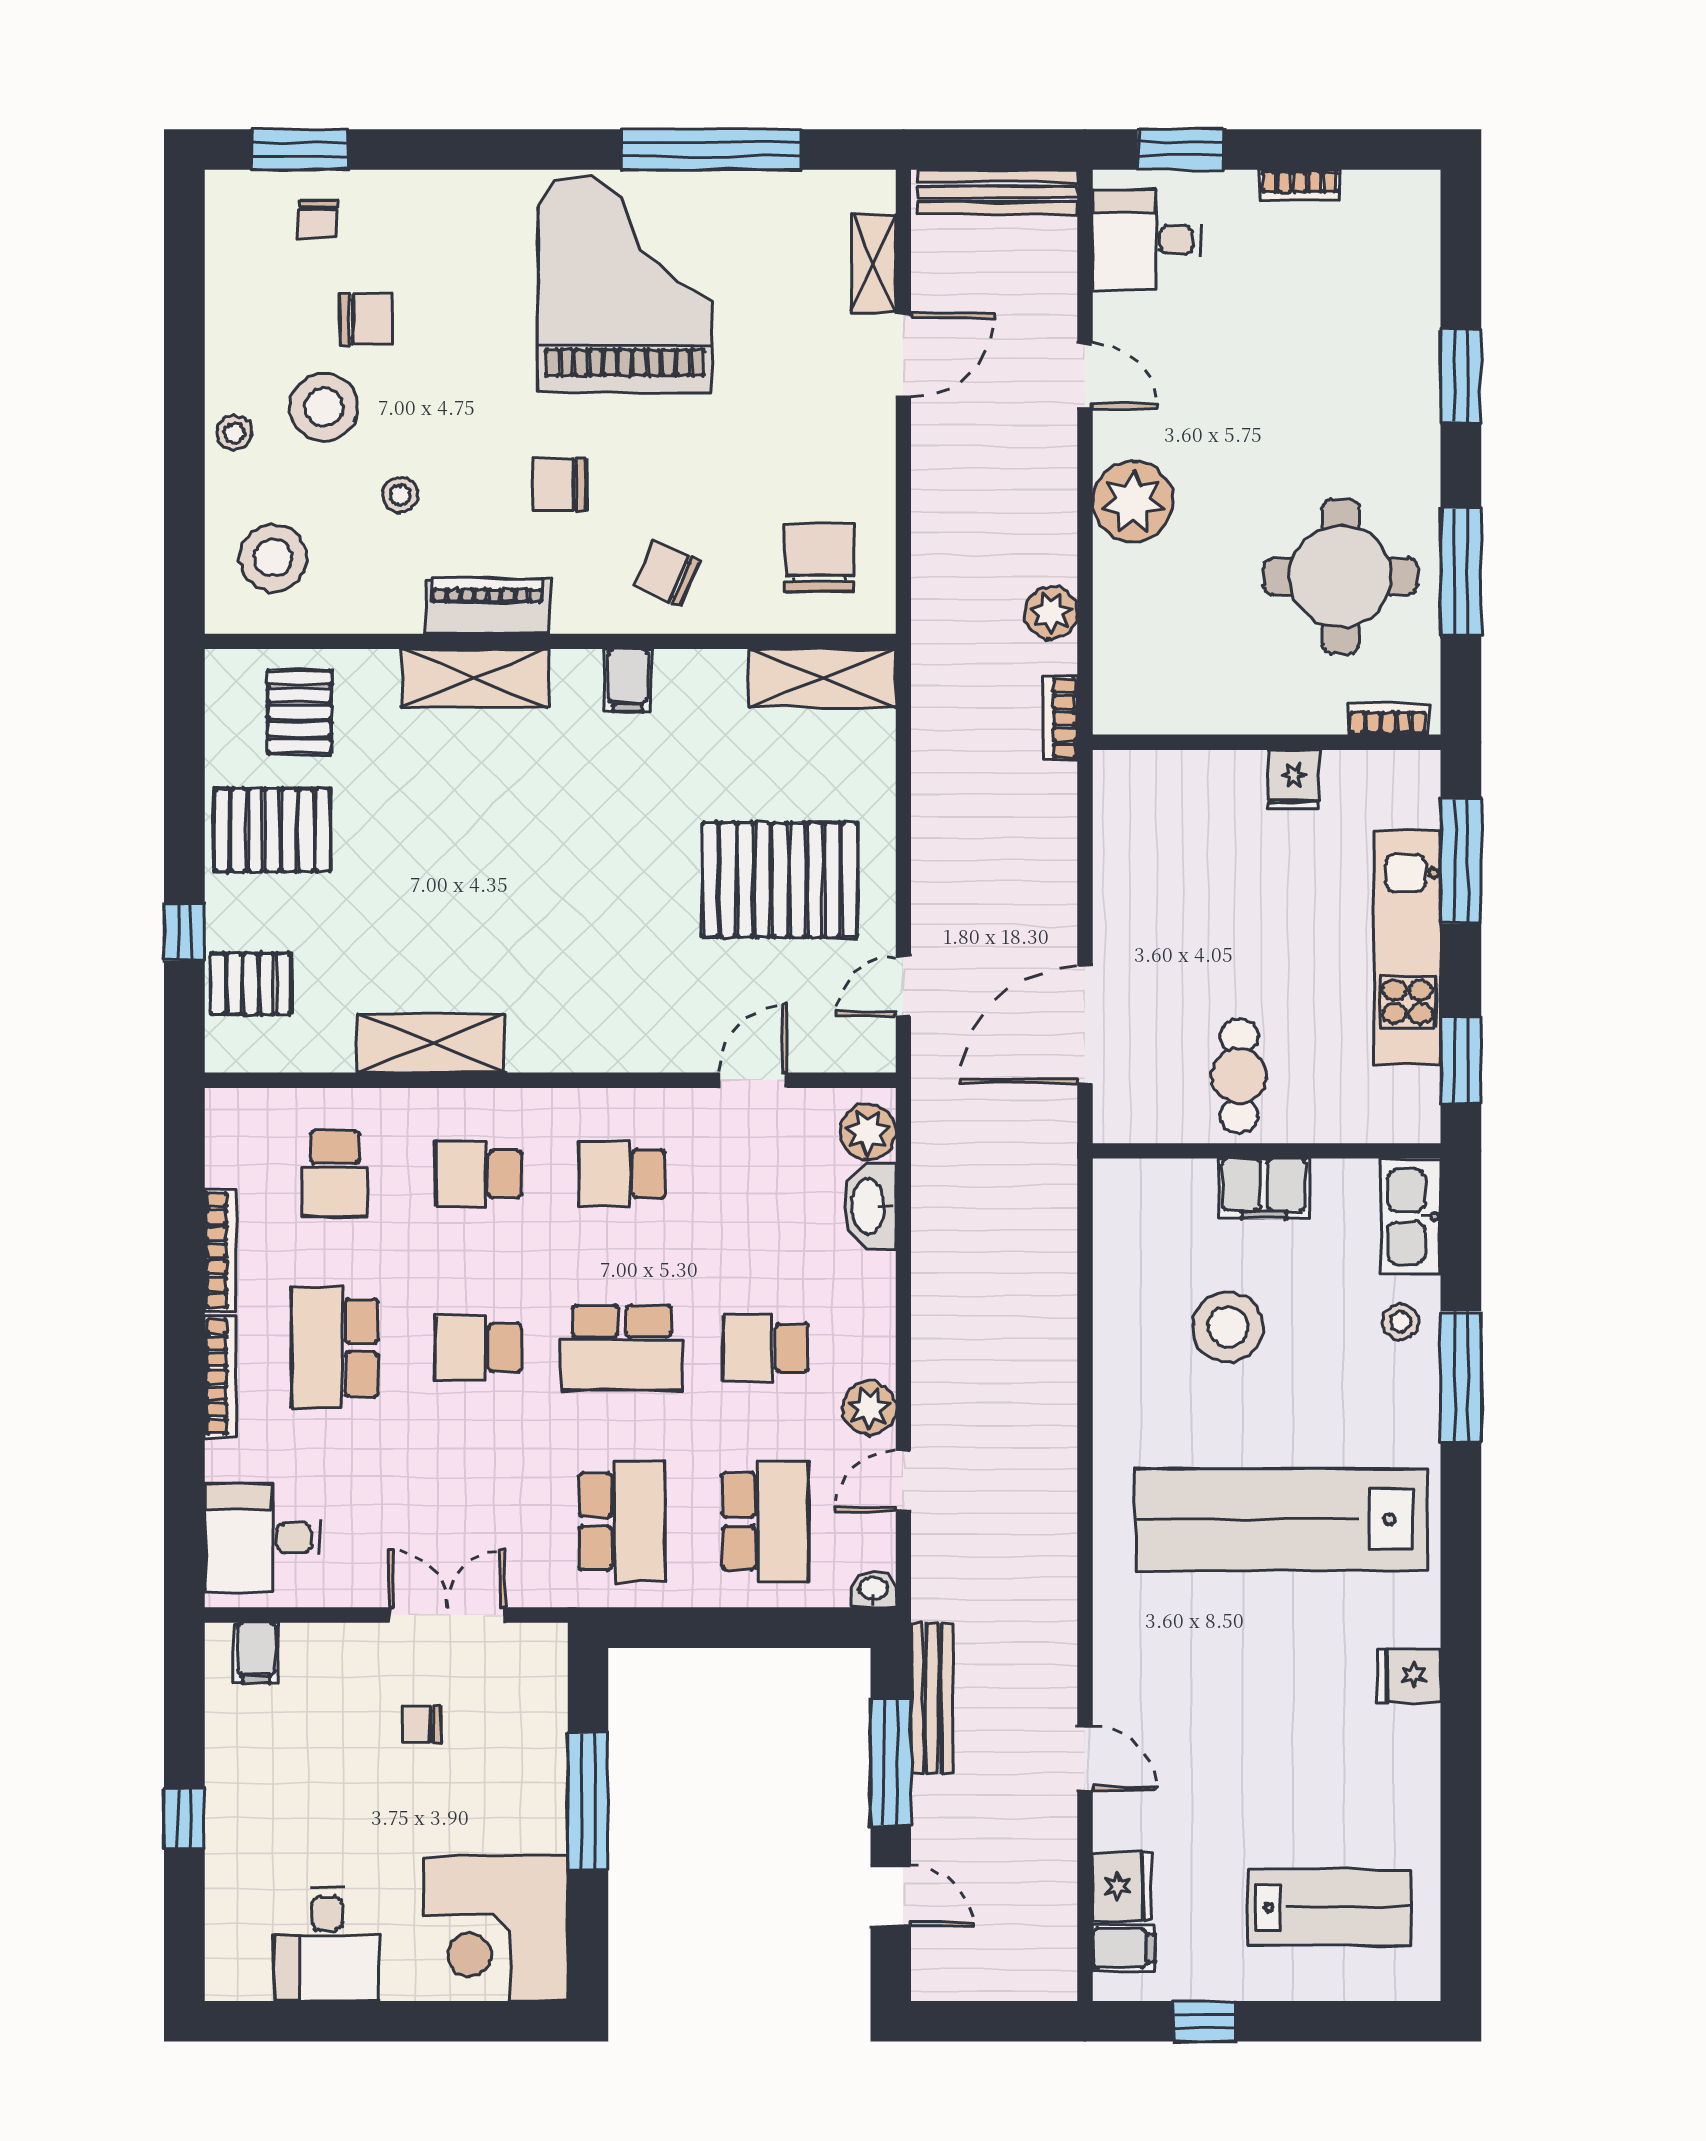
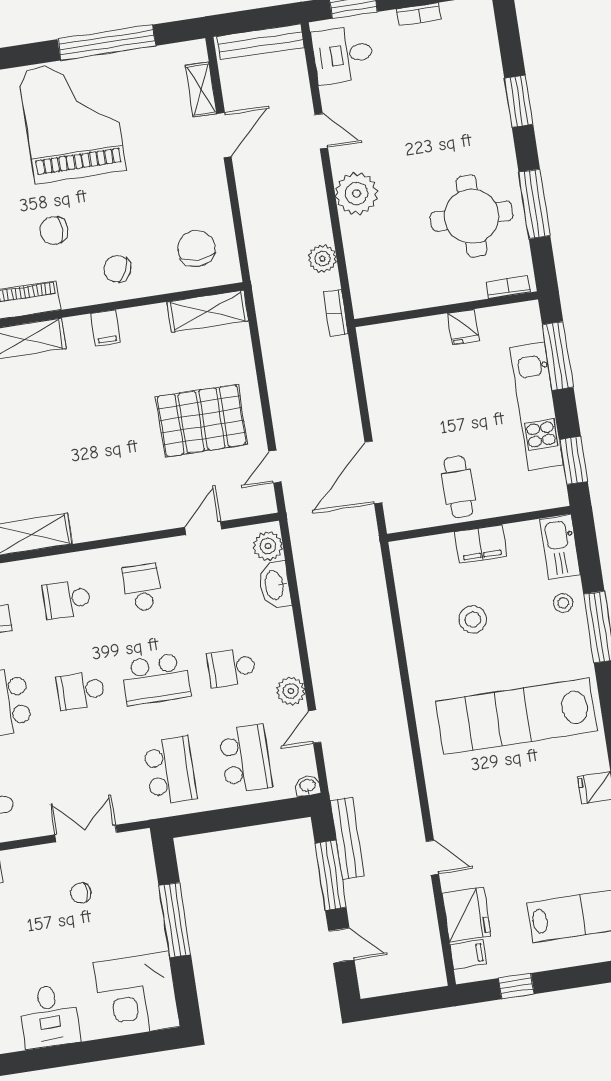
school desk: (622, 1174) -> (142, 588), turned 90
stool: (1228, 1327) -> (473, 619), width x0.73, depth x0.73
fridge: (1122, 1886) -> (466, 915), width x1.36, depth x1.34

